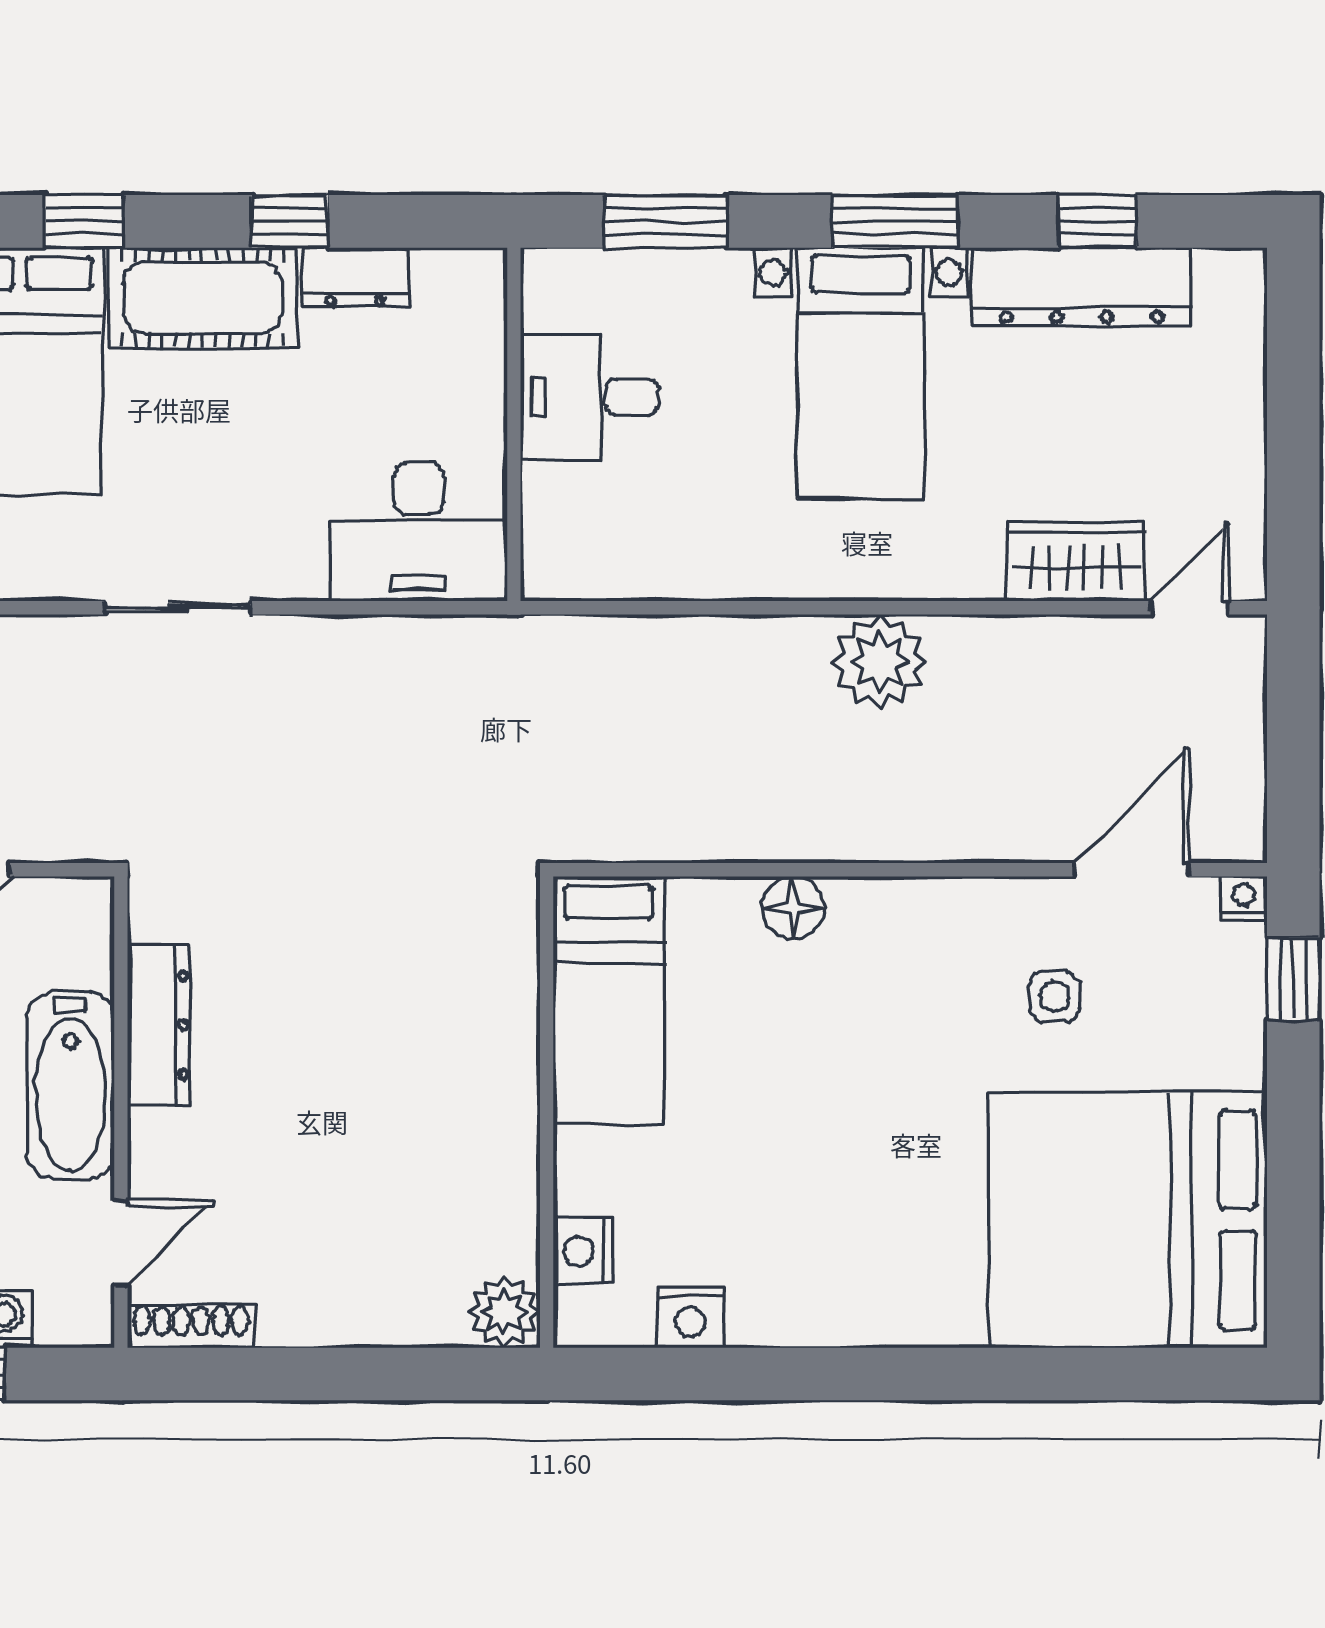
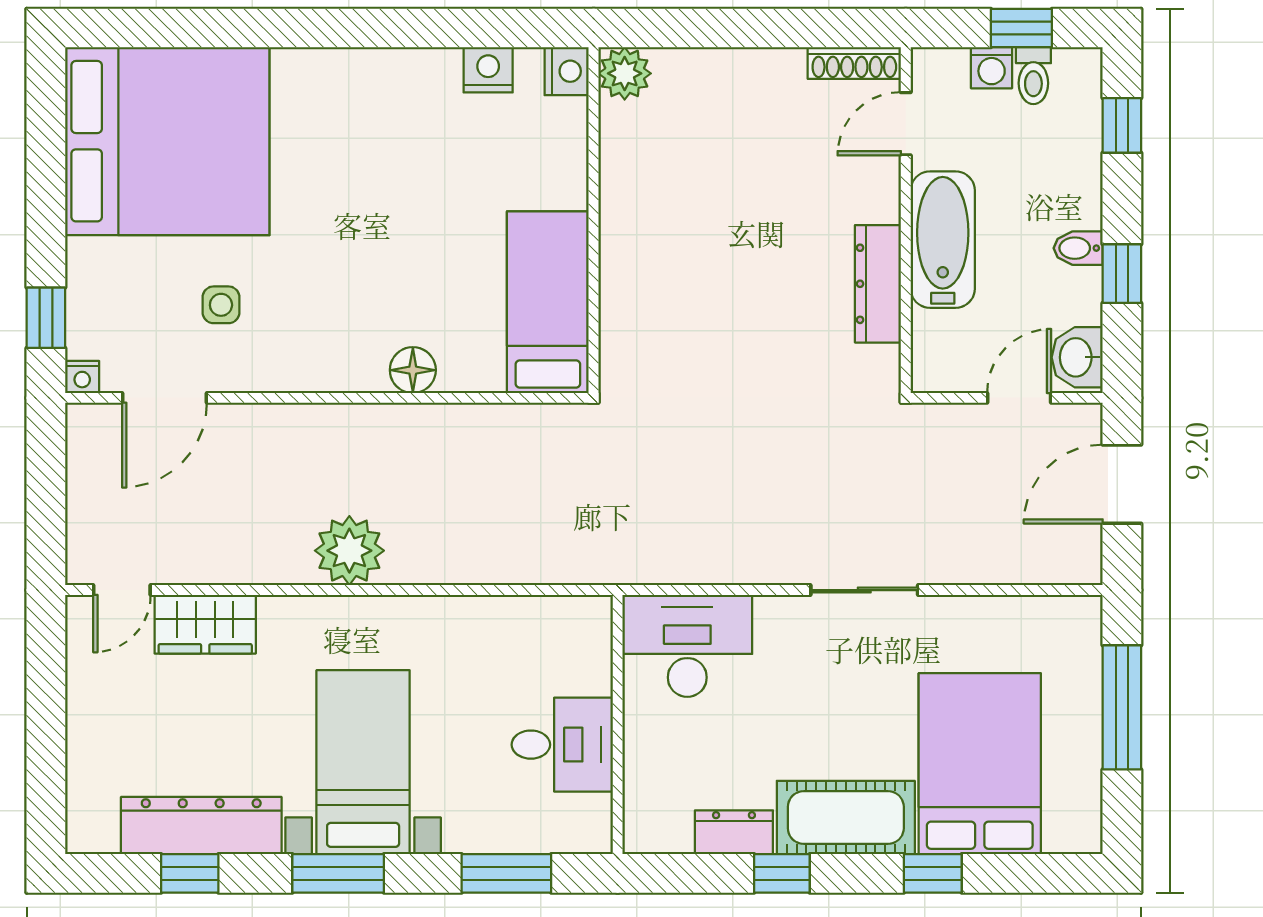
nightstand: (583, 1251) -> (567, 71), moved

